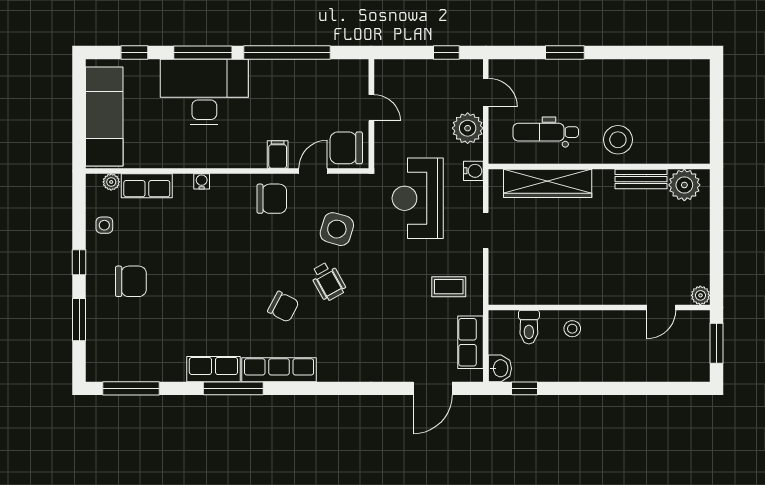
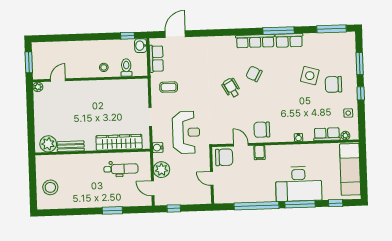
stool: (618, 140) -> (50, 187), moved
door: (313, 171) -> (241, 145), swing flipped
side table: (337, 229) -> (310, 76), moved

